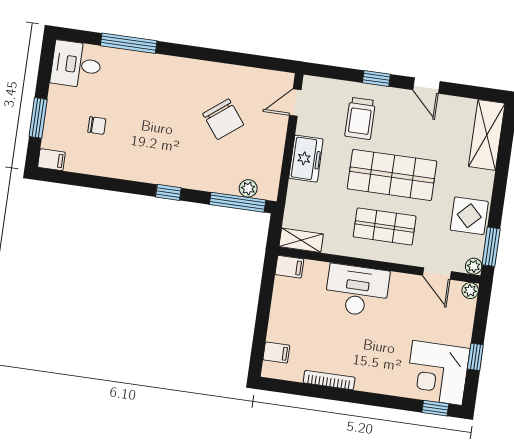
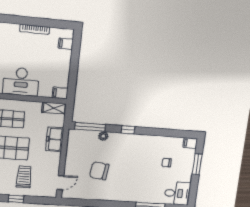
chair: (223, 119) -> (99, 171), turned -45
freezer: (306, 159) -> (55, 139), moved
plant: (248, 188) -> (103, 136), moved

